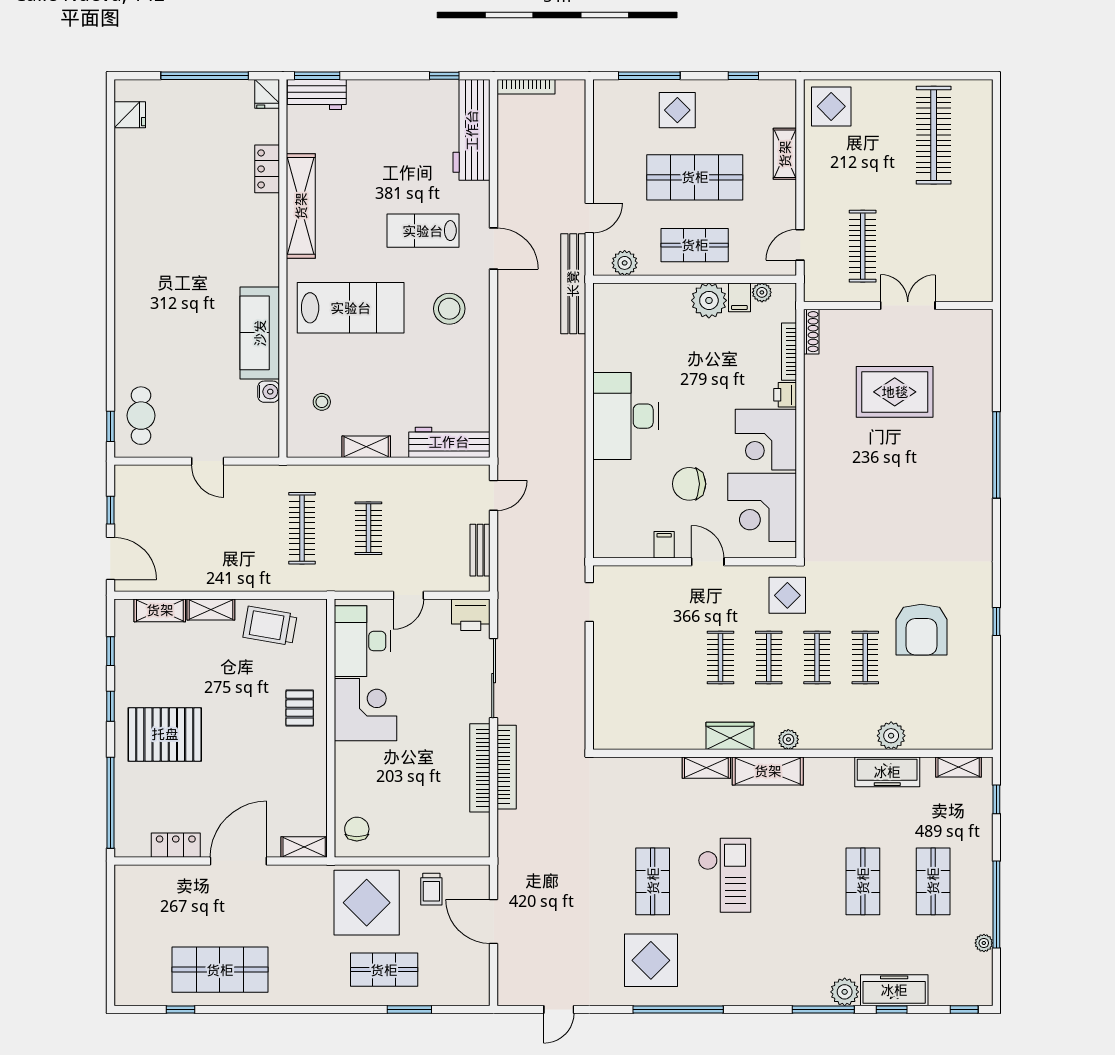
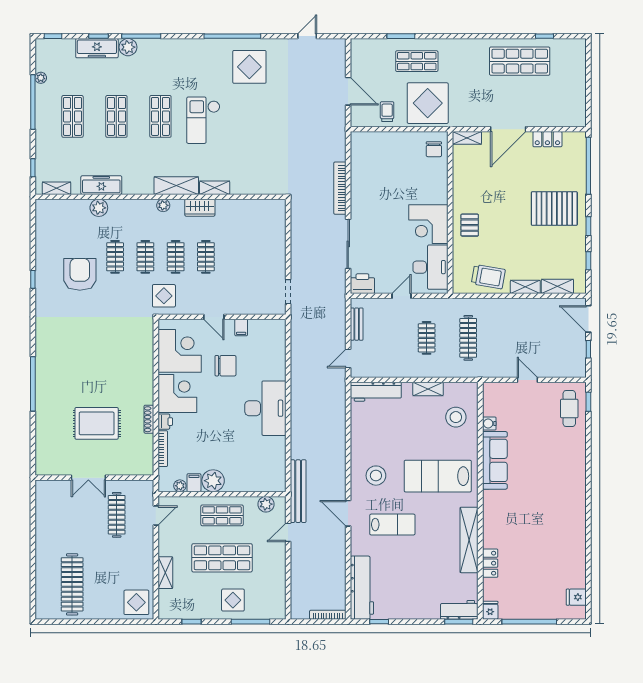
shoe rack: (811, 332) -> (149, 419), moved
stool: (322, 402) -> (456, 417), width x1.89, depth x1.89
bookcase: (480, 768) -> (357, 188), removed
shop shelf: (653, 881) -> (160, 116), moved

